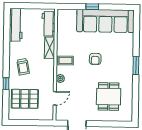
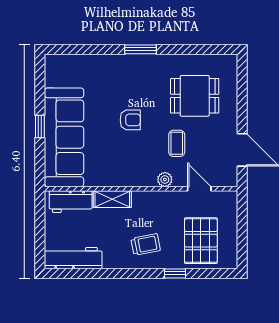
sofa: (105, 21) -> (64, 137), moved
coffee table: (66, 61) -> (177, 143), moved

